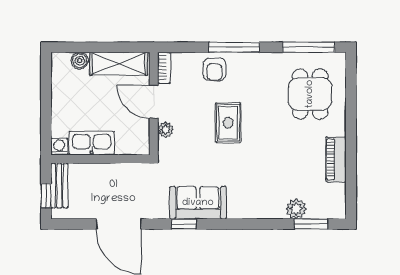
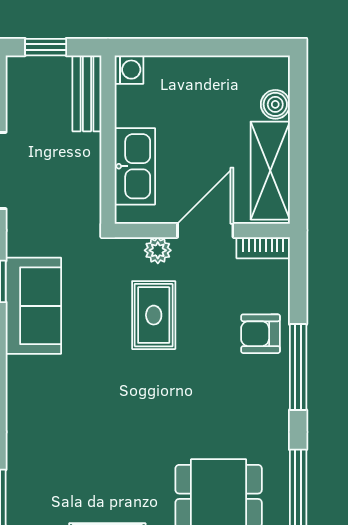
rug: (228, 123) -> (154, 315), moved, turned 90
kitchen sink: (92, 143) -> (135, 166), moved
bench: (59, 186) -> (87, 93), moved, turned 90
plant: (296, 209) -> (23, 473), removed

